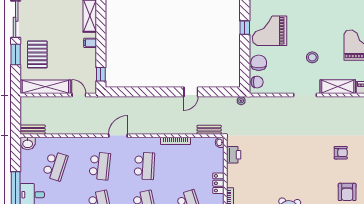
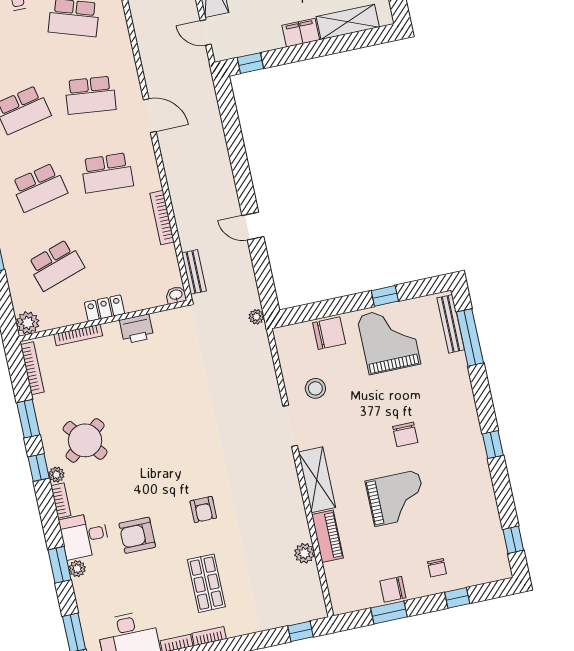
filing cabinet: (90, 43) -> (301, 33), width x2.00
stool: (312, 57) -> (315, 388), moved
chair: (257, 82) -> (405, 434), moved
door: (79, 95) -> (206, 32), swing flipped
printer: (234, 155) -> (137, 329), moved

